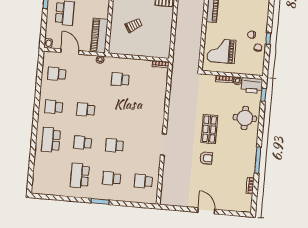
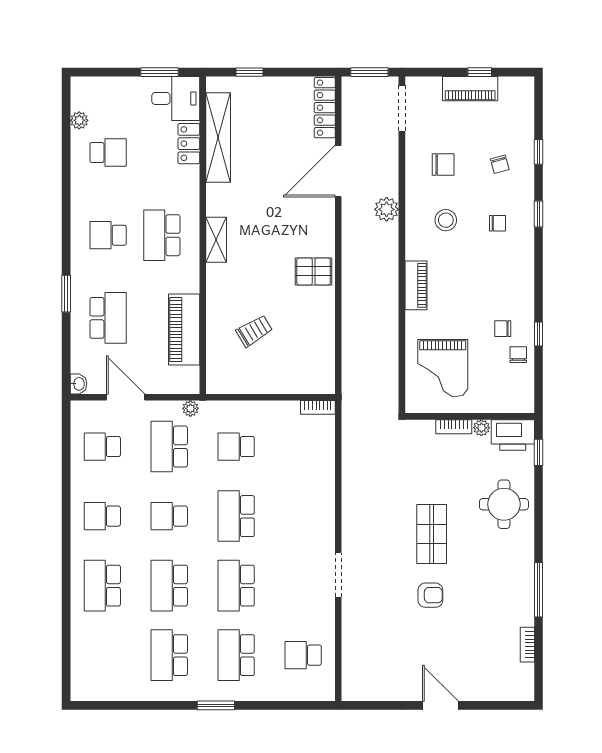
piano: (99, 36) -> (184, 330), moved
grand piano: (221, 51) -> (443, 368), turned -90
school desk: (88, 77) -> (169, 447), added
school desk: (117, 112) -> (236, 516), added
school desk: (83, 143) -> (169, 586), width x1.85
school desk: (114, 145) -> (236, 586), width x1.85
school desk: (112, 178) -> (236, 655), width x1.85

